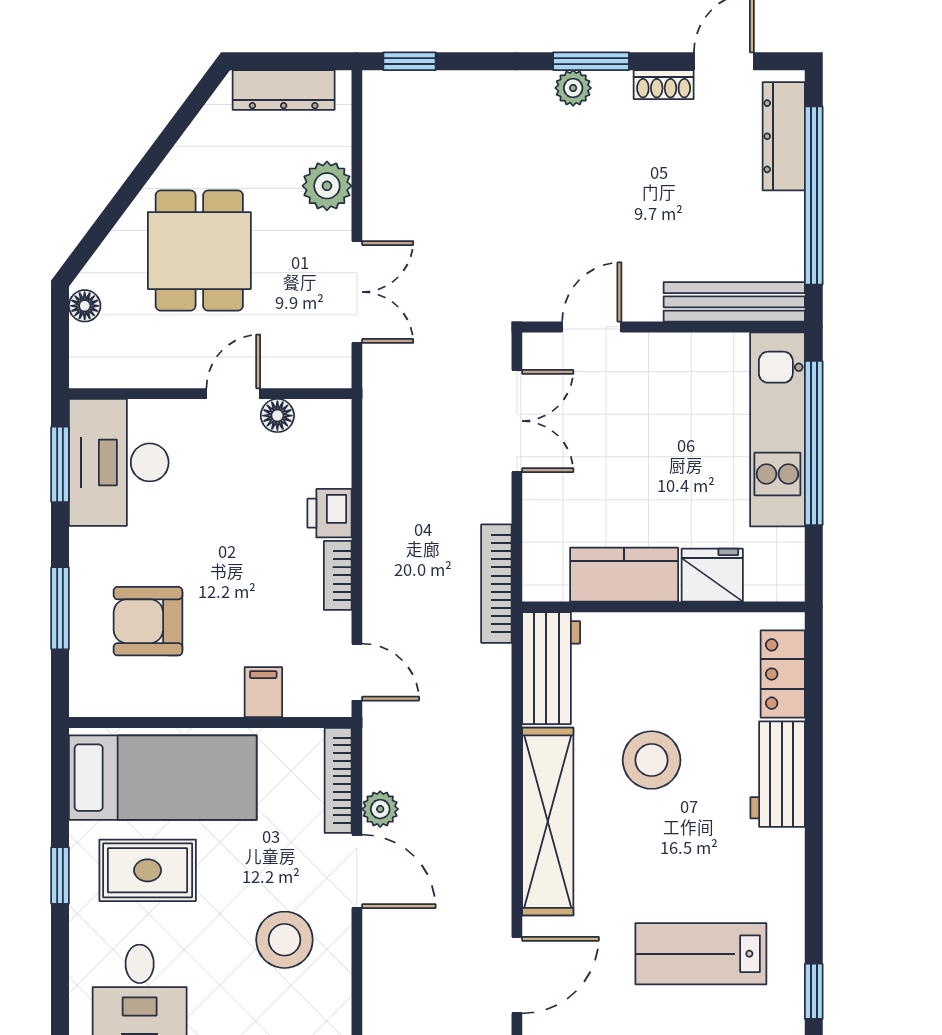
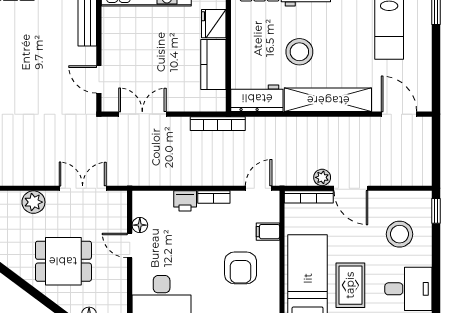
armchair: (148, 621) -> (241, 268), moved
door: (357, 871) -> (351, 188), swing flipped
stool: (284, 940) -> (400, 234), moved

